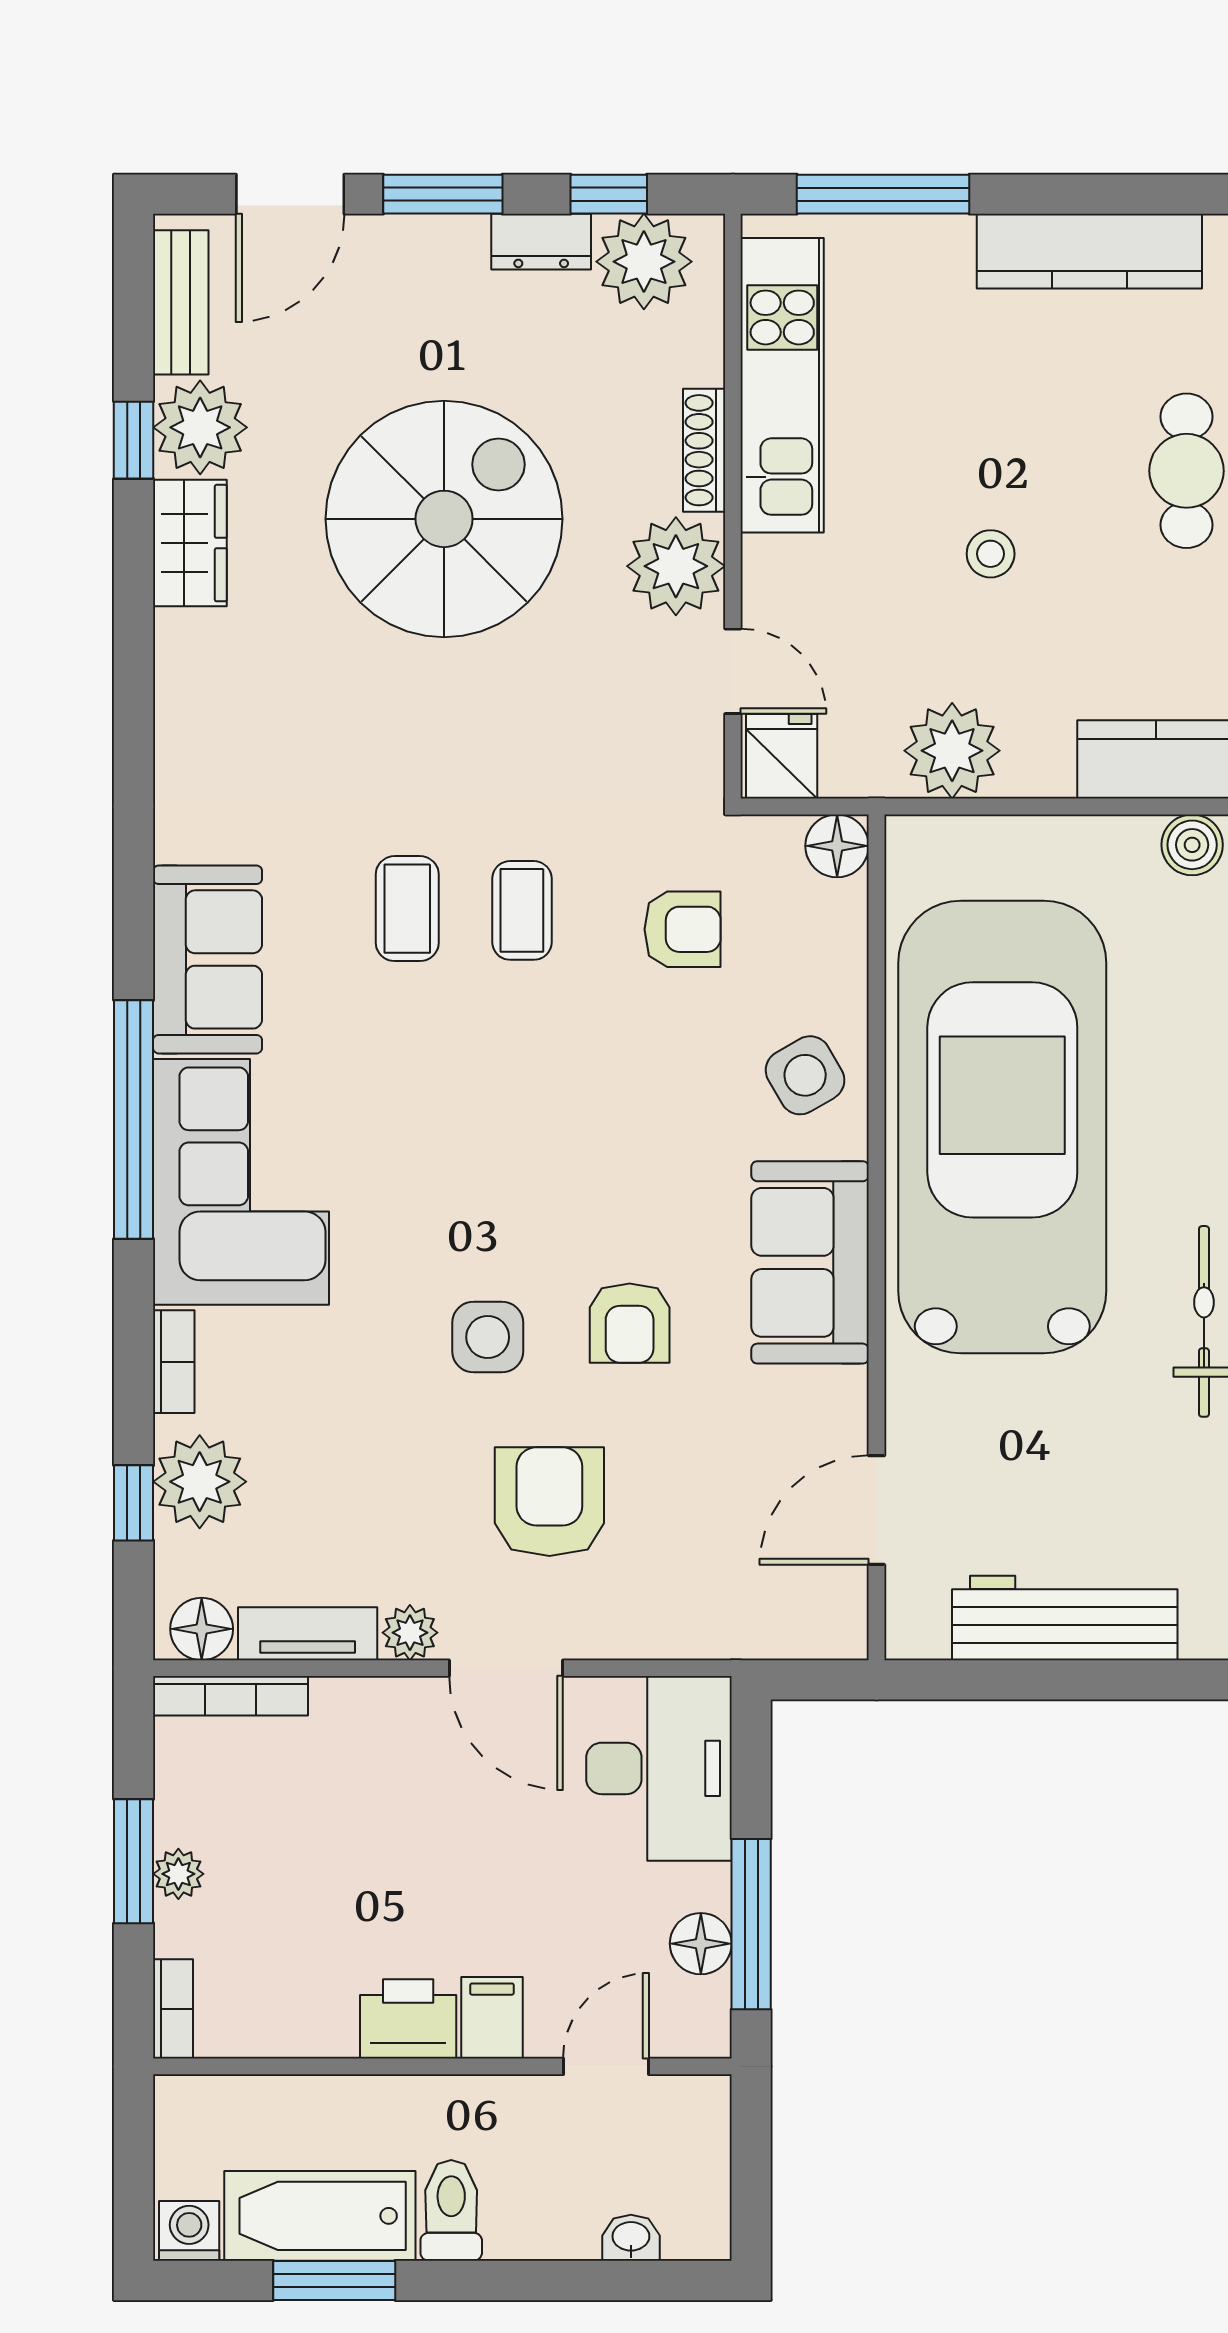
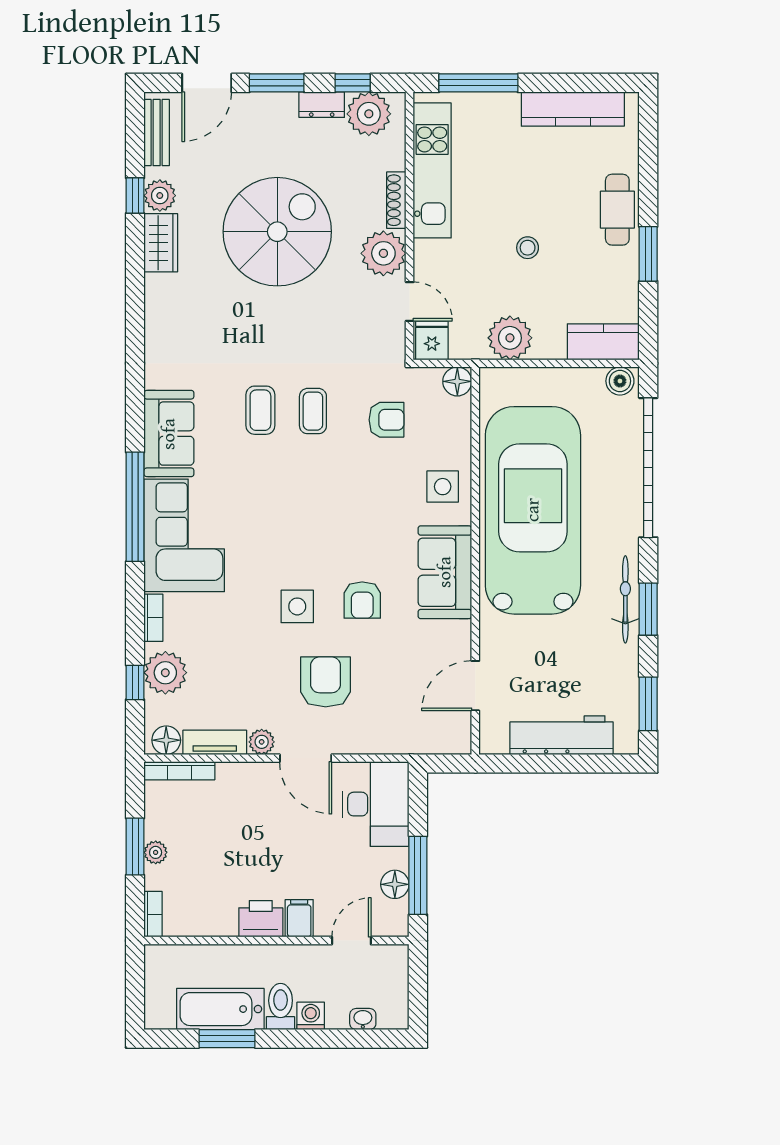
plant: (200, 427) -> (160, 196), width x0.73, depth x0.73
side table: (805, 1075) -> (443, 487), turned 30
washing machine: (189, 2231) -> (311, 1016), moved

